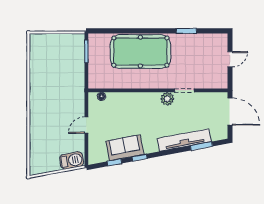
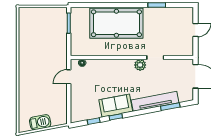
door: (86, 125) -> (69, 77), moved
sofa: (125, 148) -> (116, 106), moved
barbecue: (72, 160) -> (40, 122), moved

